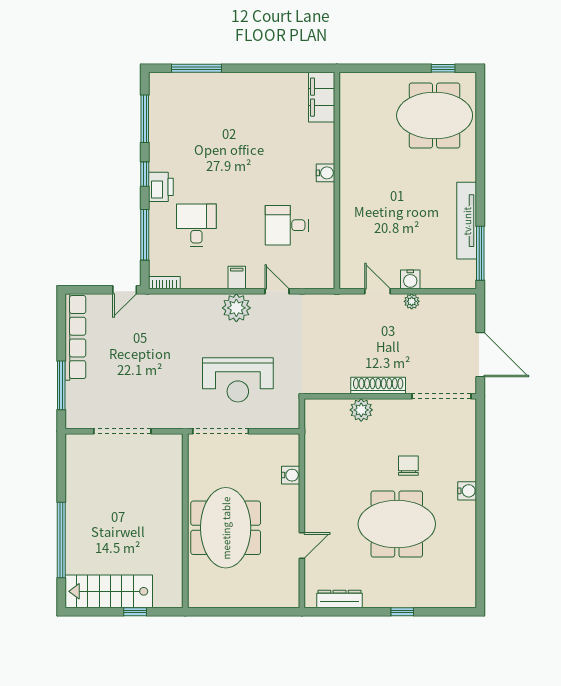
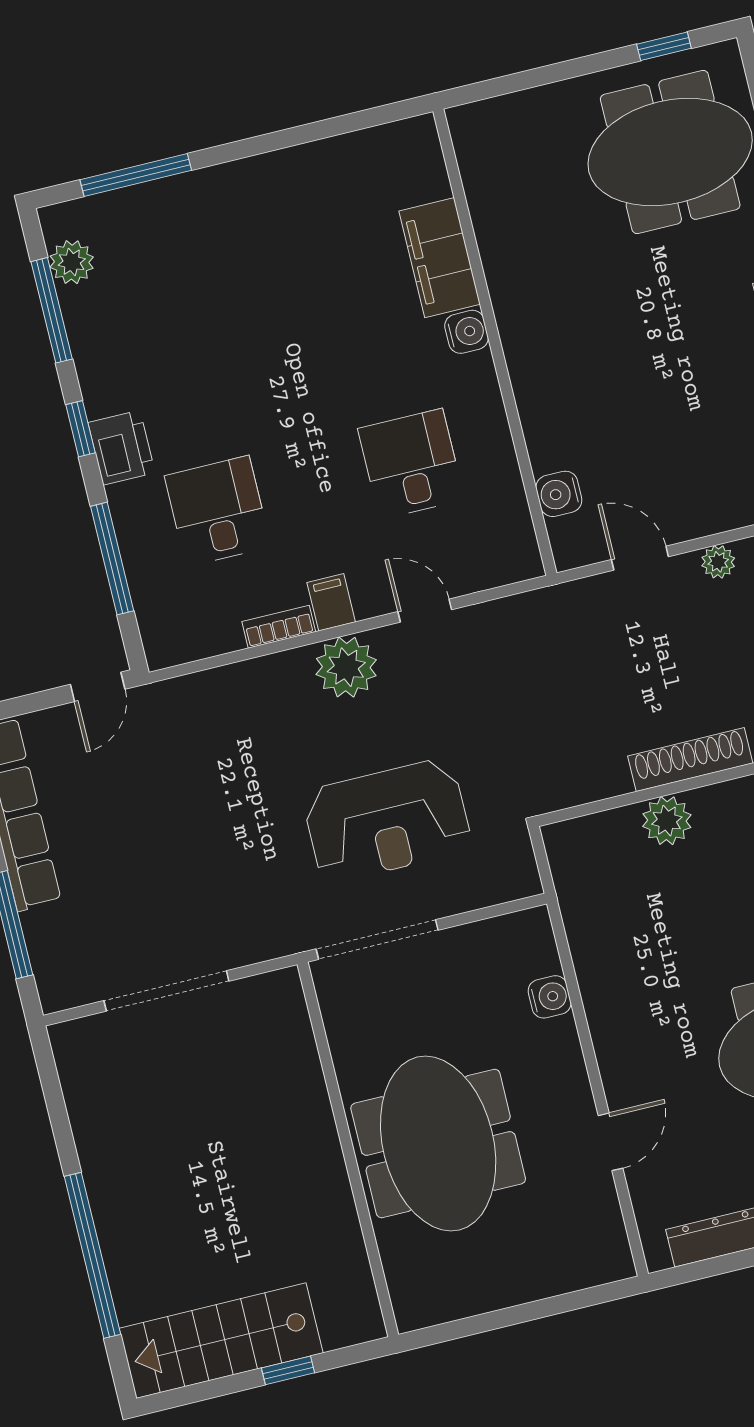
filing cabinet: (322, 97) -> (440, 258), moved
plant: (159, 100) -> (72, 262), added
desk: (287, 225) -> (411, 464), turned 90
water cooler: (410, 279) -> (559, 494), moved, turned 90
bookcase: (164, 283) -> (279, 627), moved

